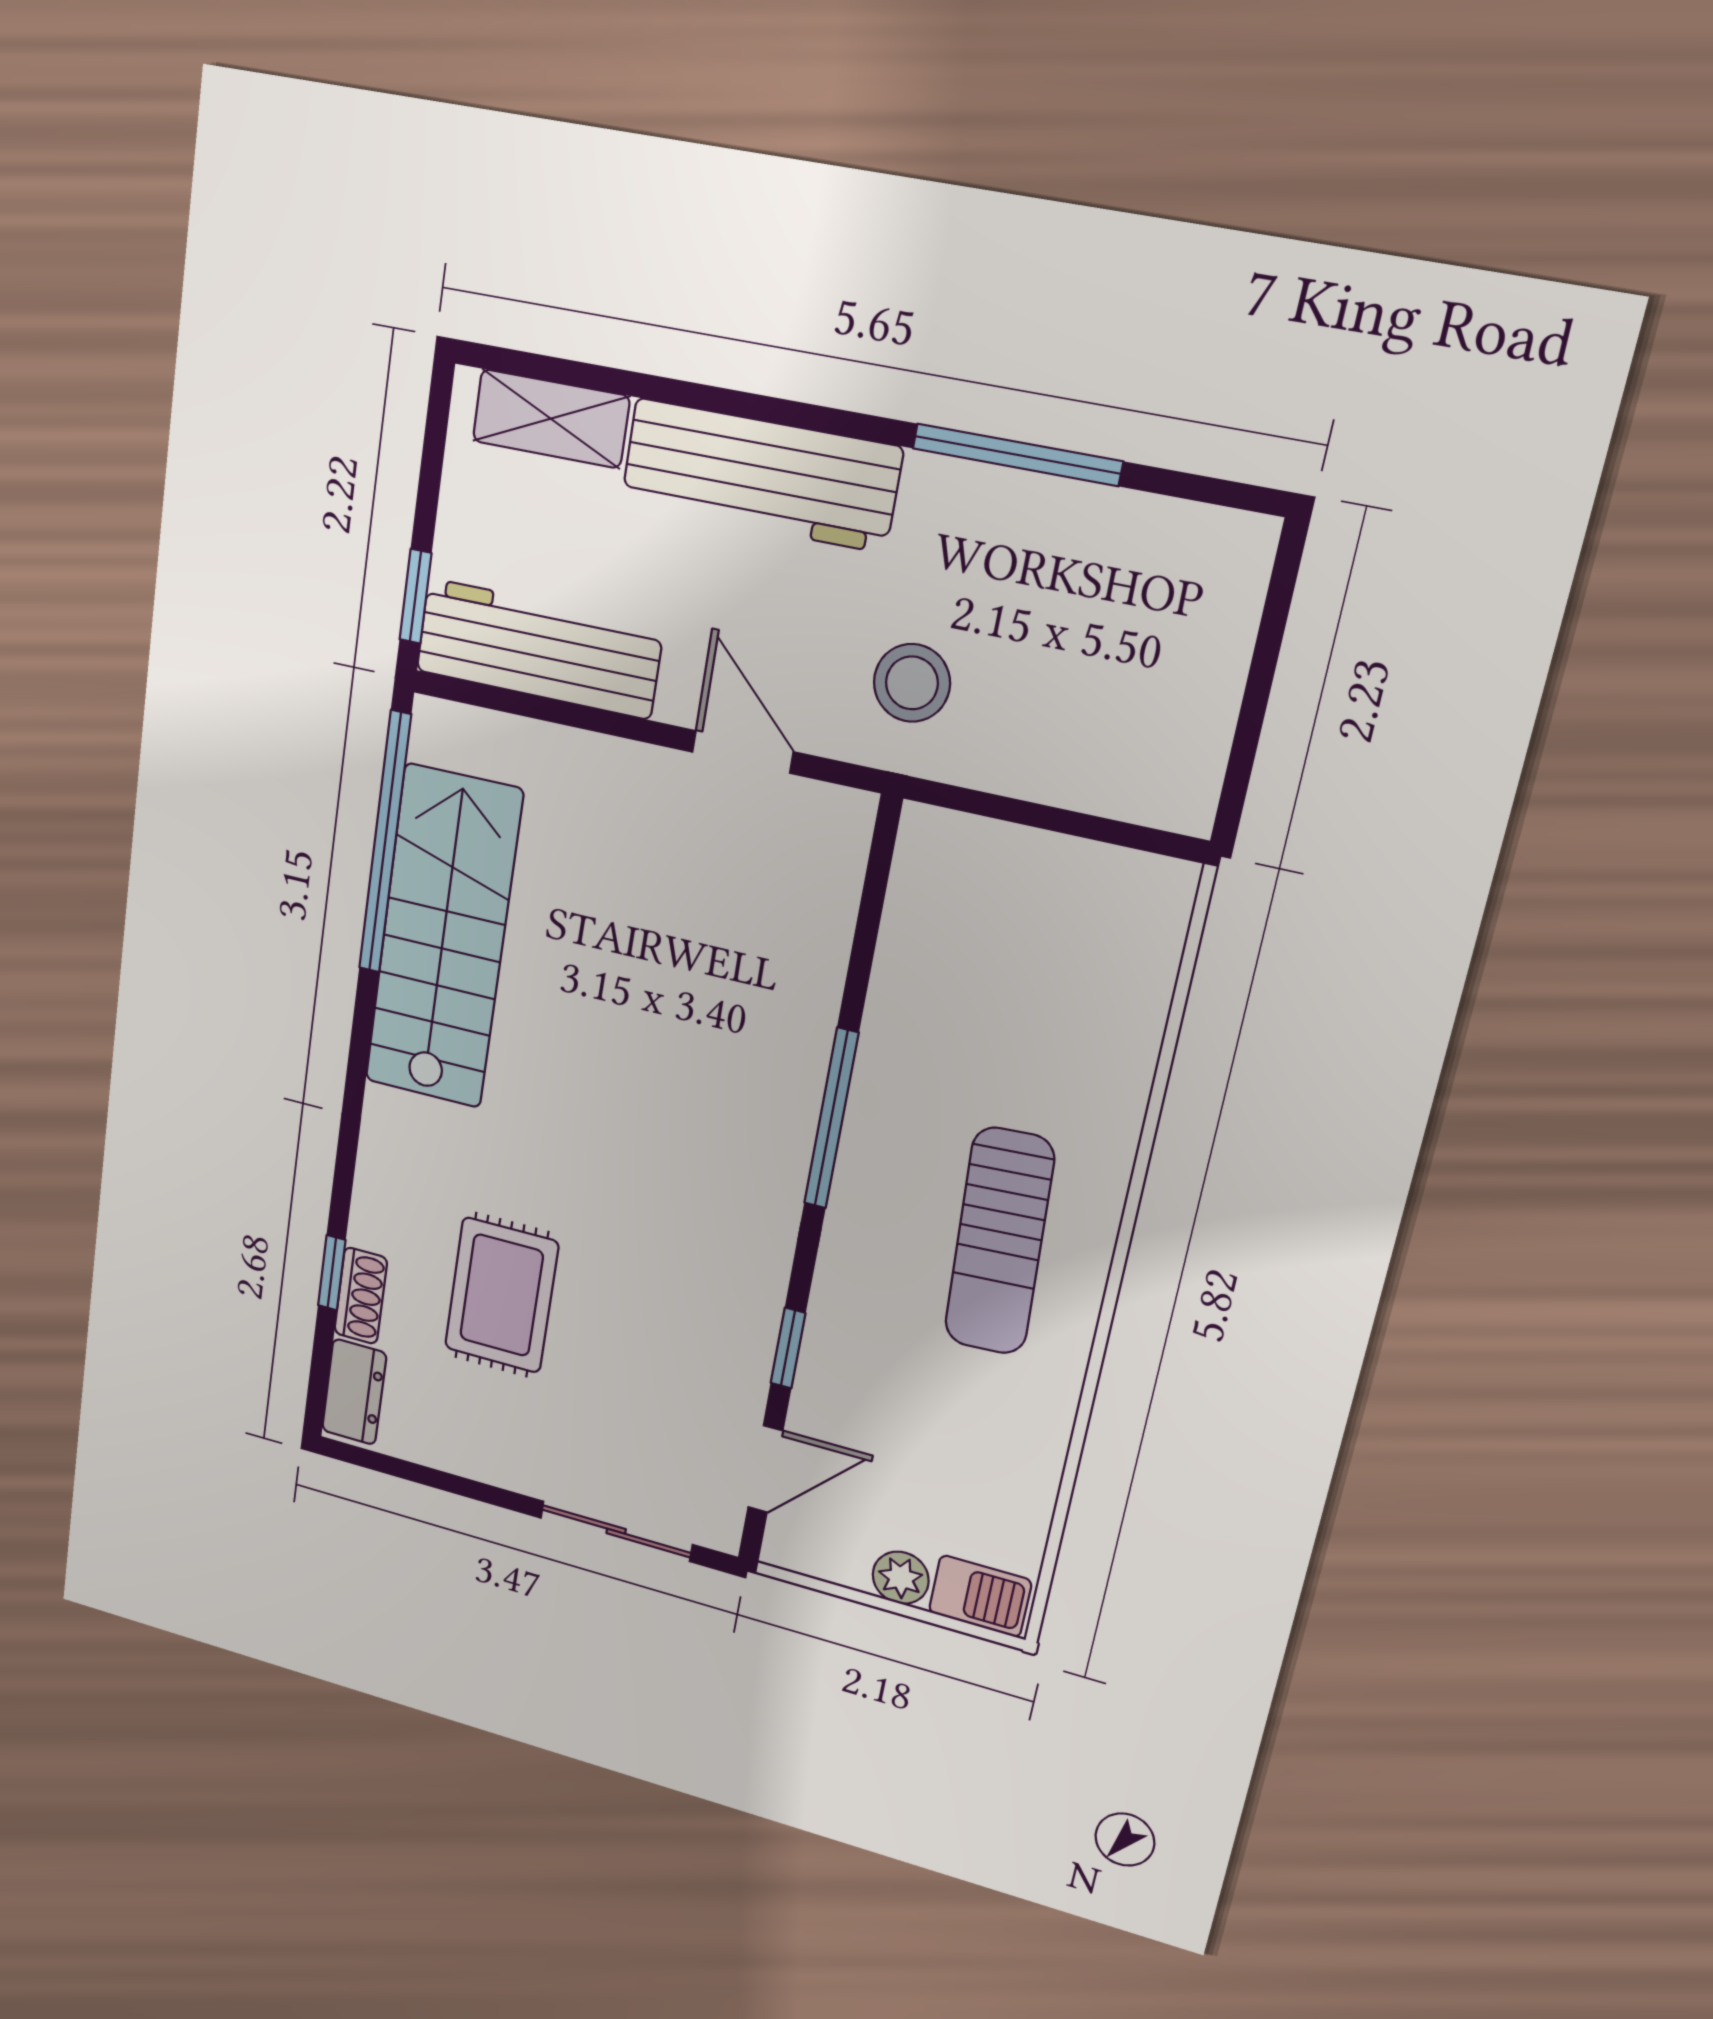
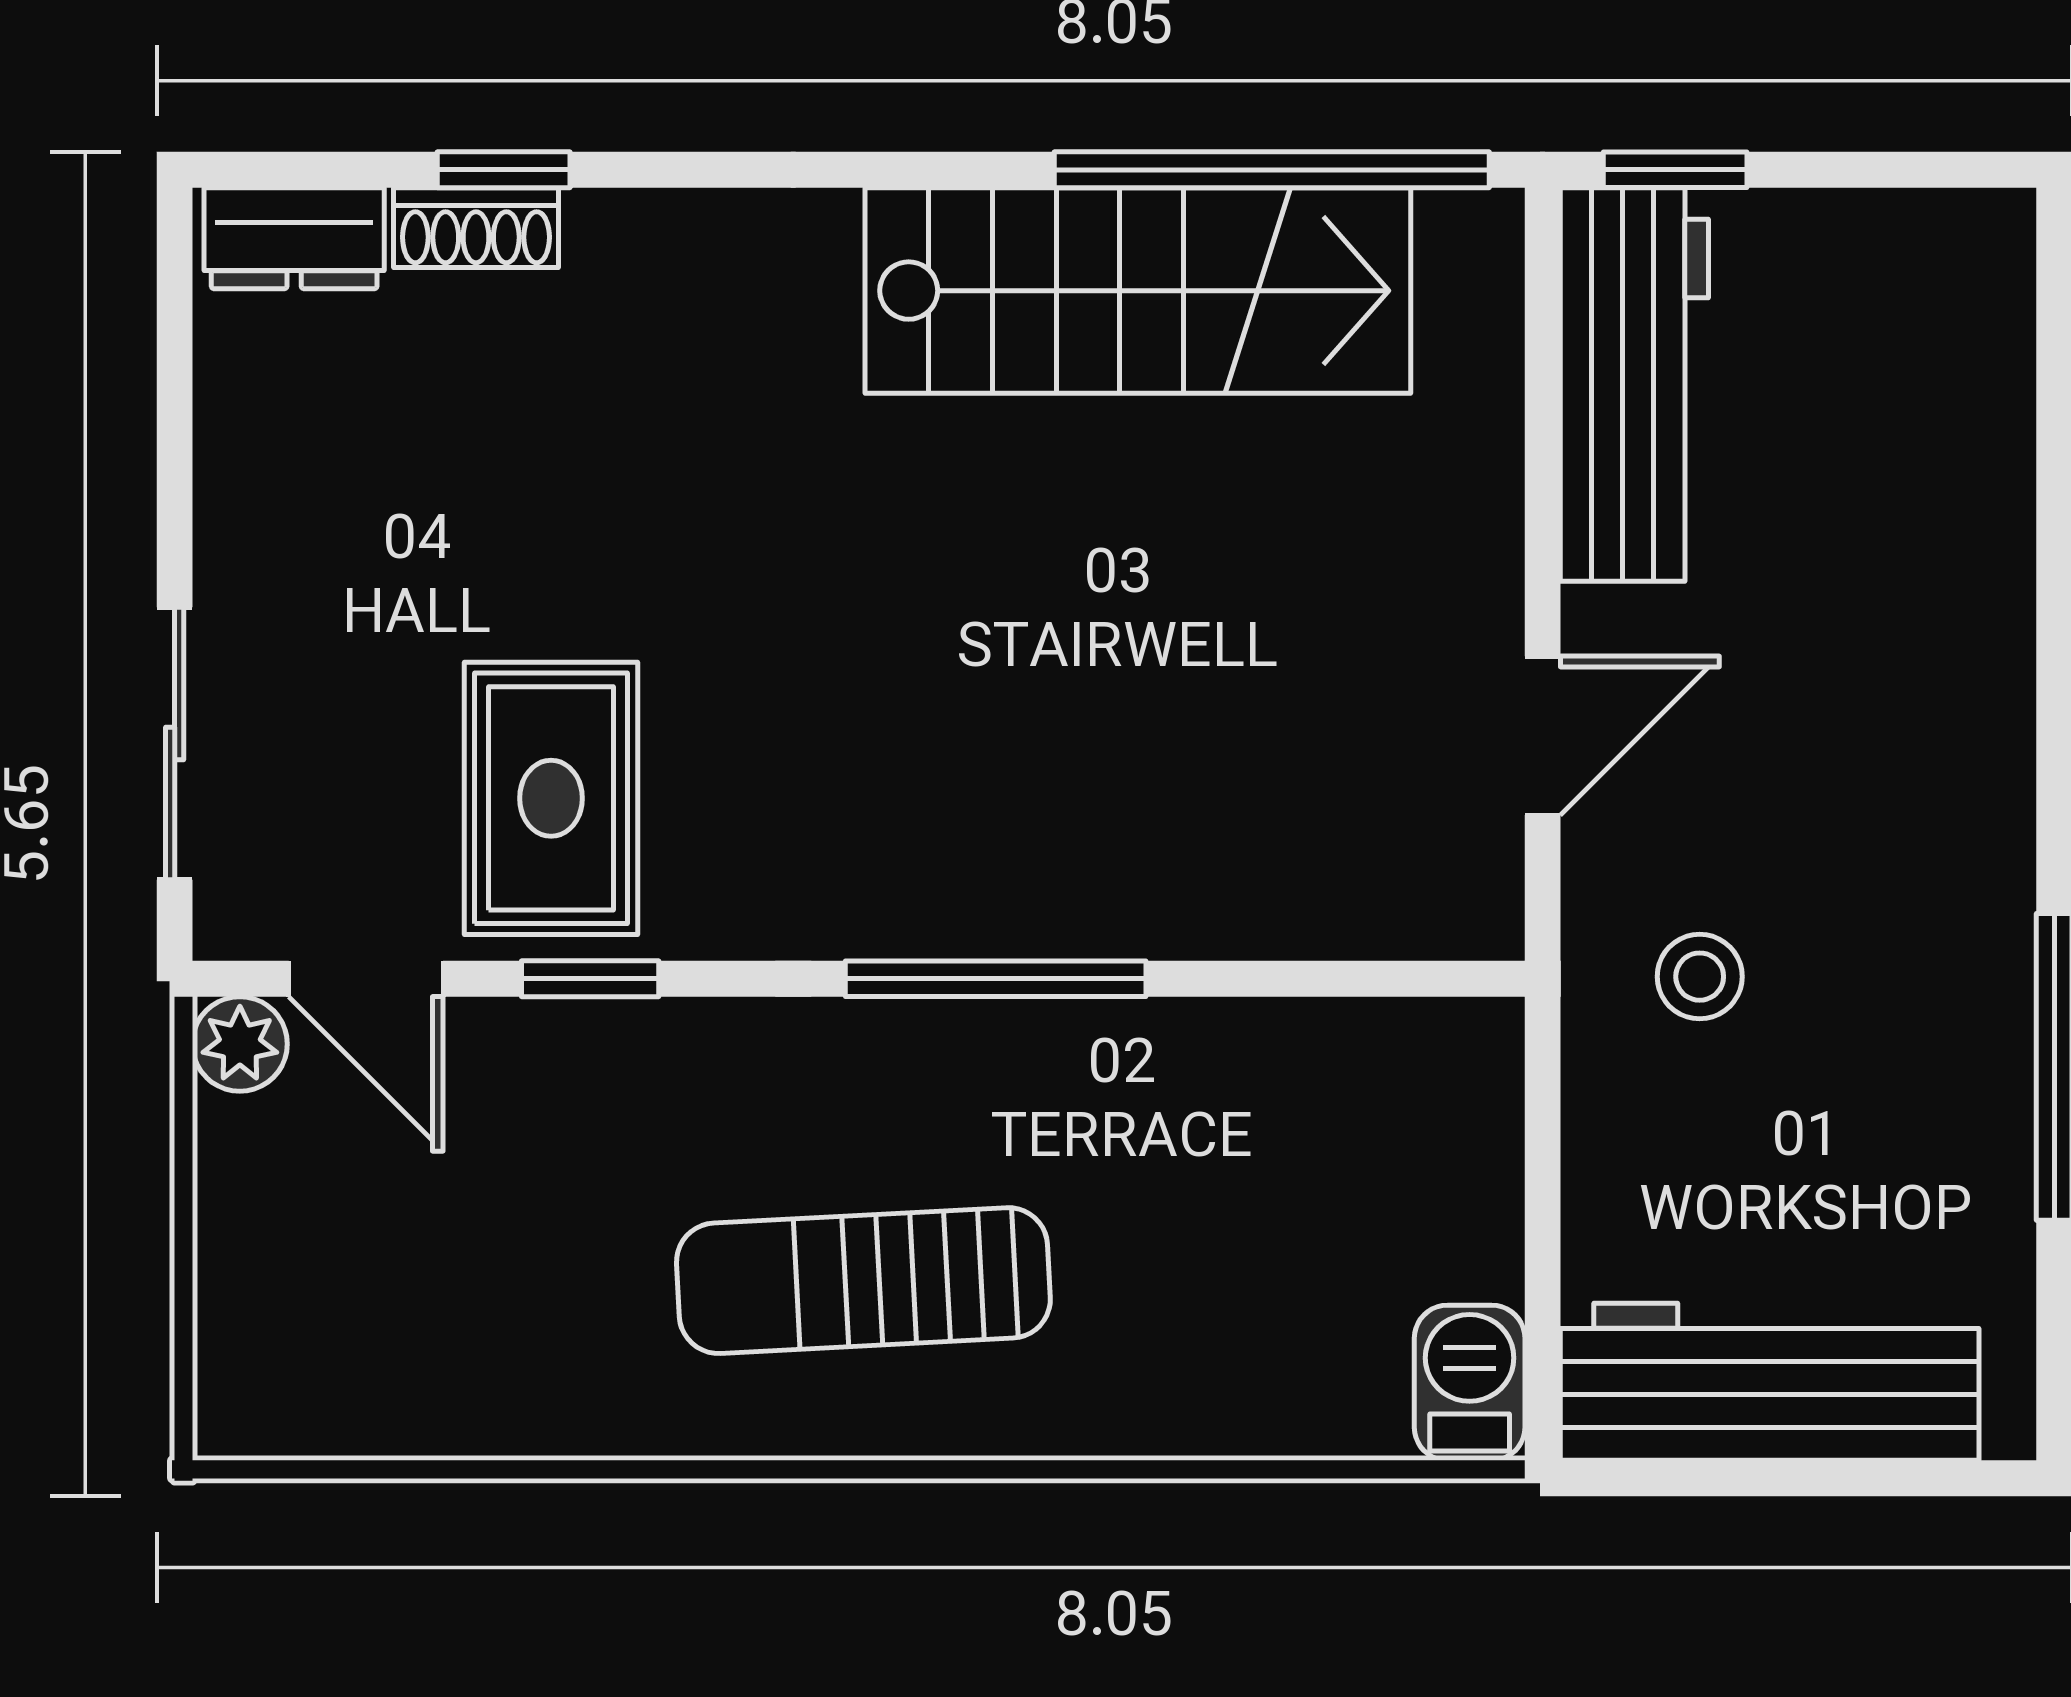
shelving: (551, 419) -> (1982, 353), removed
workbench: (760, 475) -> (1770, 1382), moved, turned 90
stool: (912, 683) -> (1700, 977), width x0.73, depth x0.73
rug: (501, 1295) -> (551, 798), moved, turned 90
plant: (901, 1578) -> (240, 1044), moved
barbecue: (980, 1596) -> (1470, 1383), moved, turned 180

